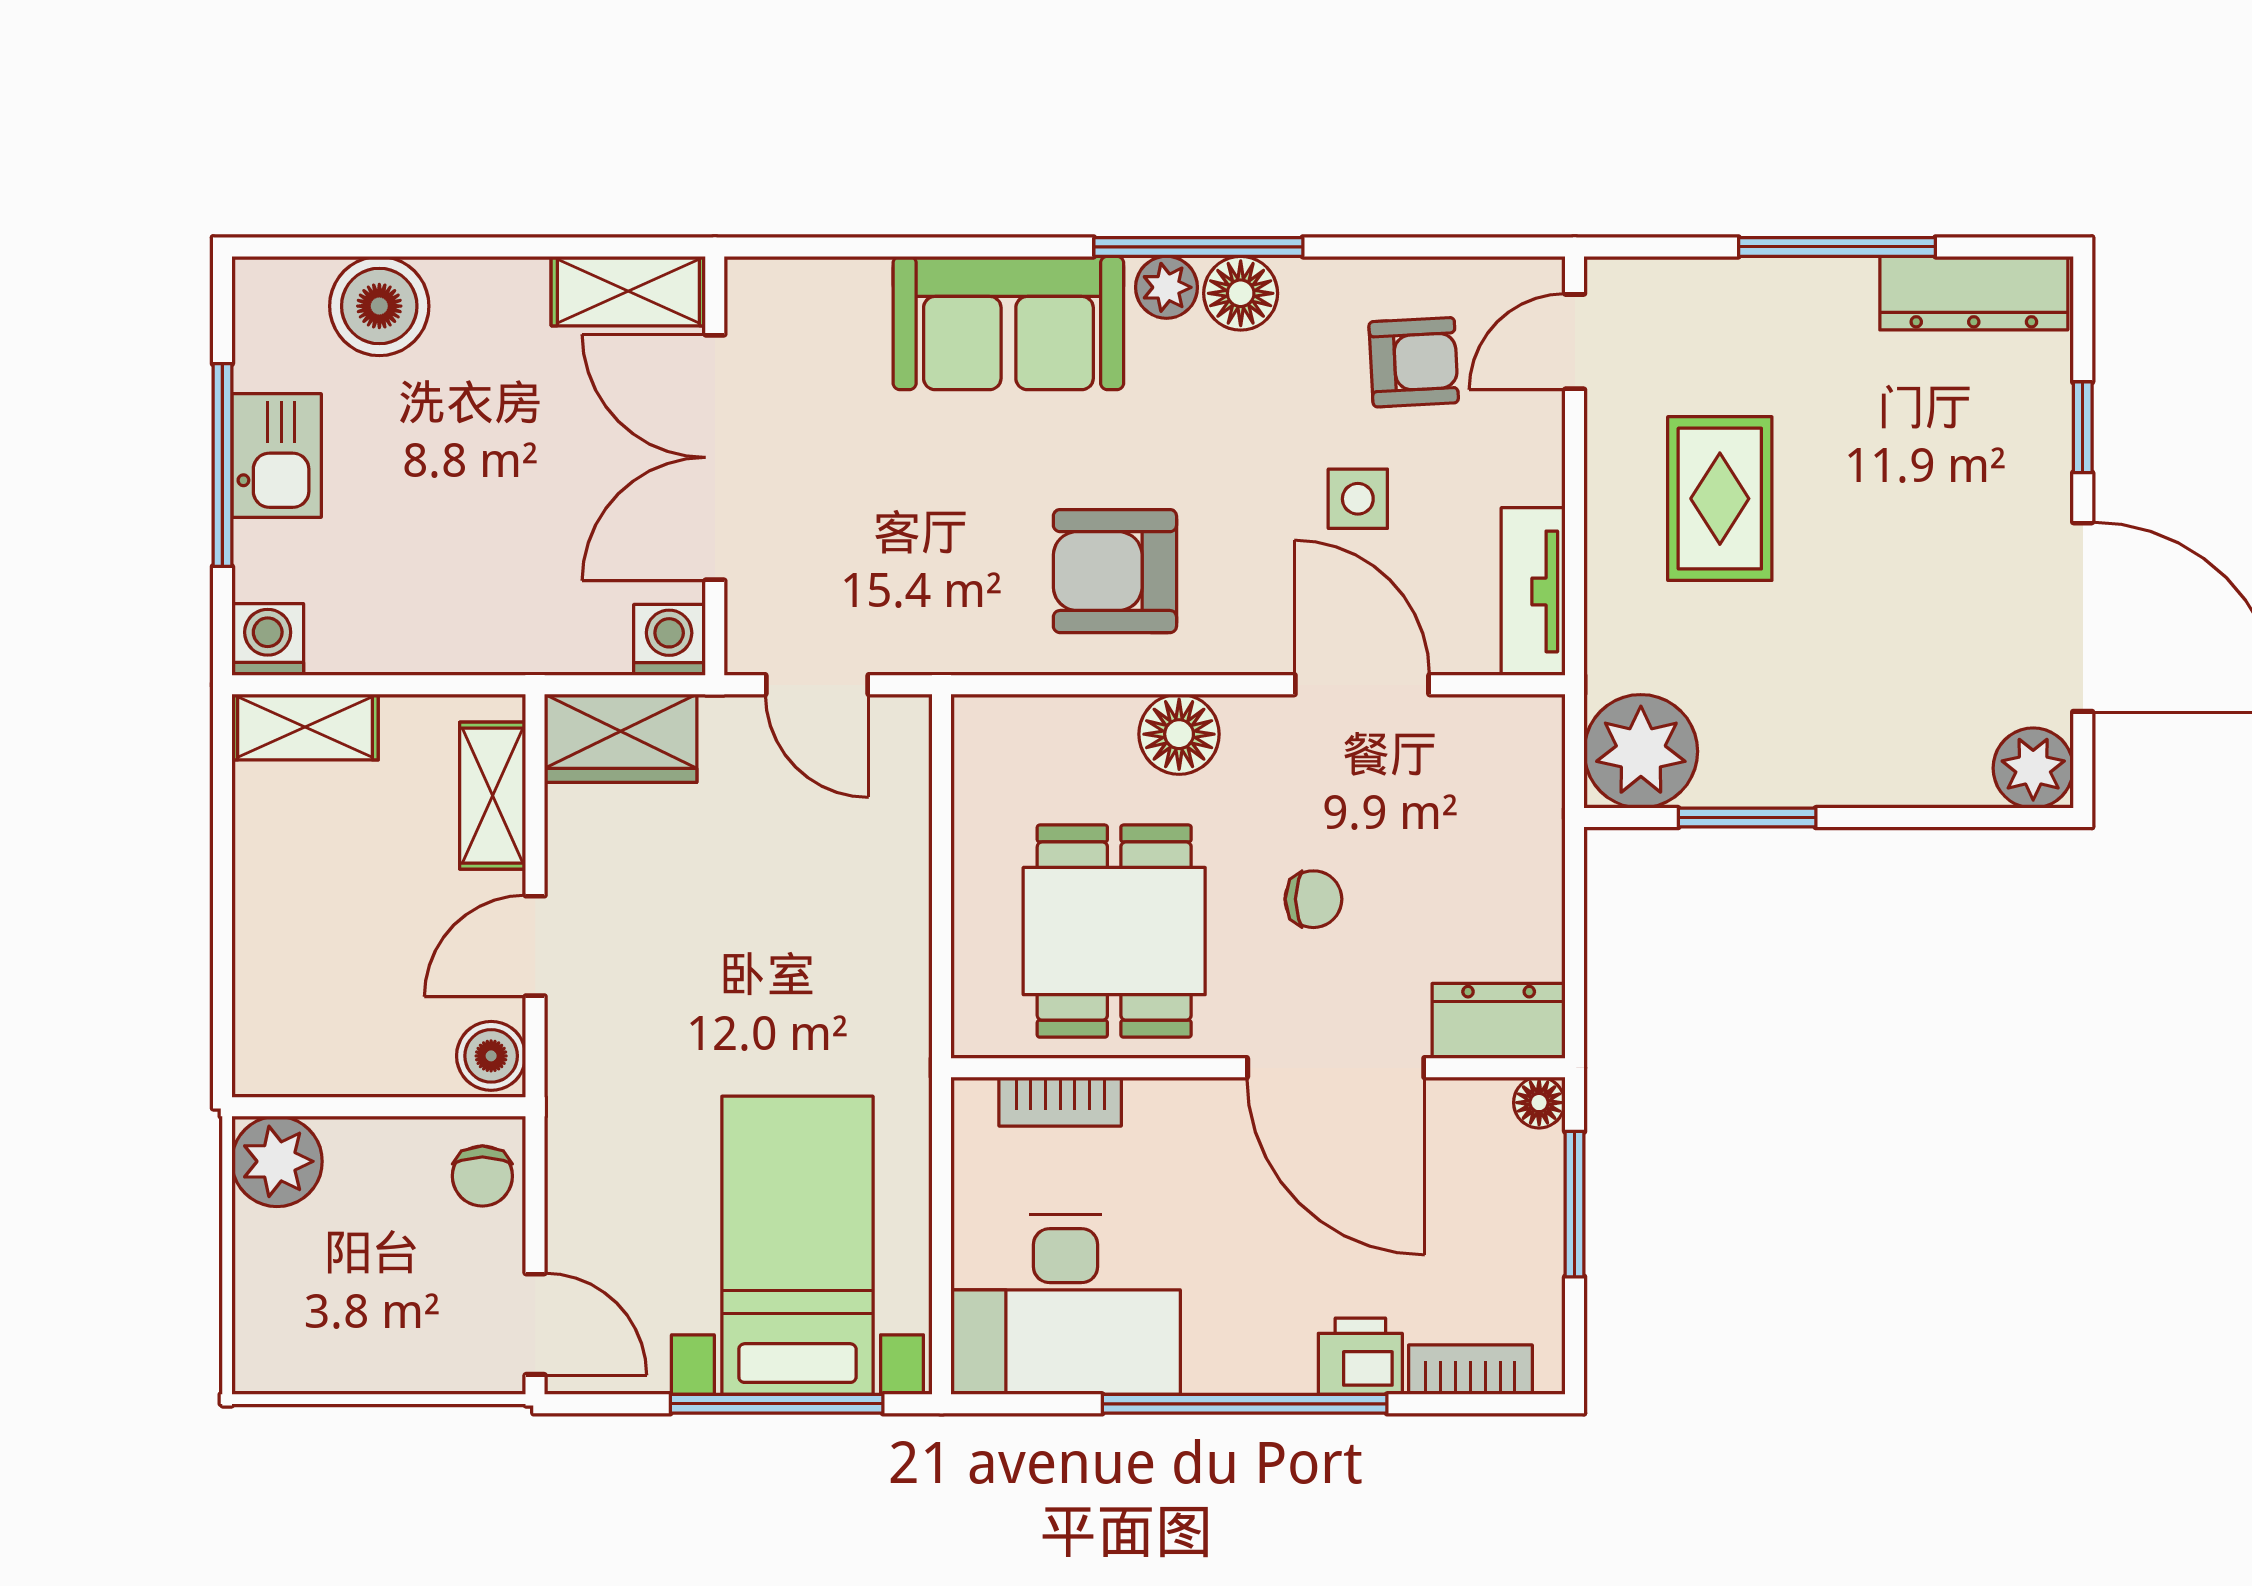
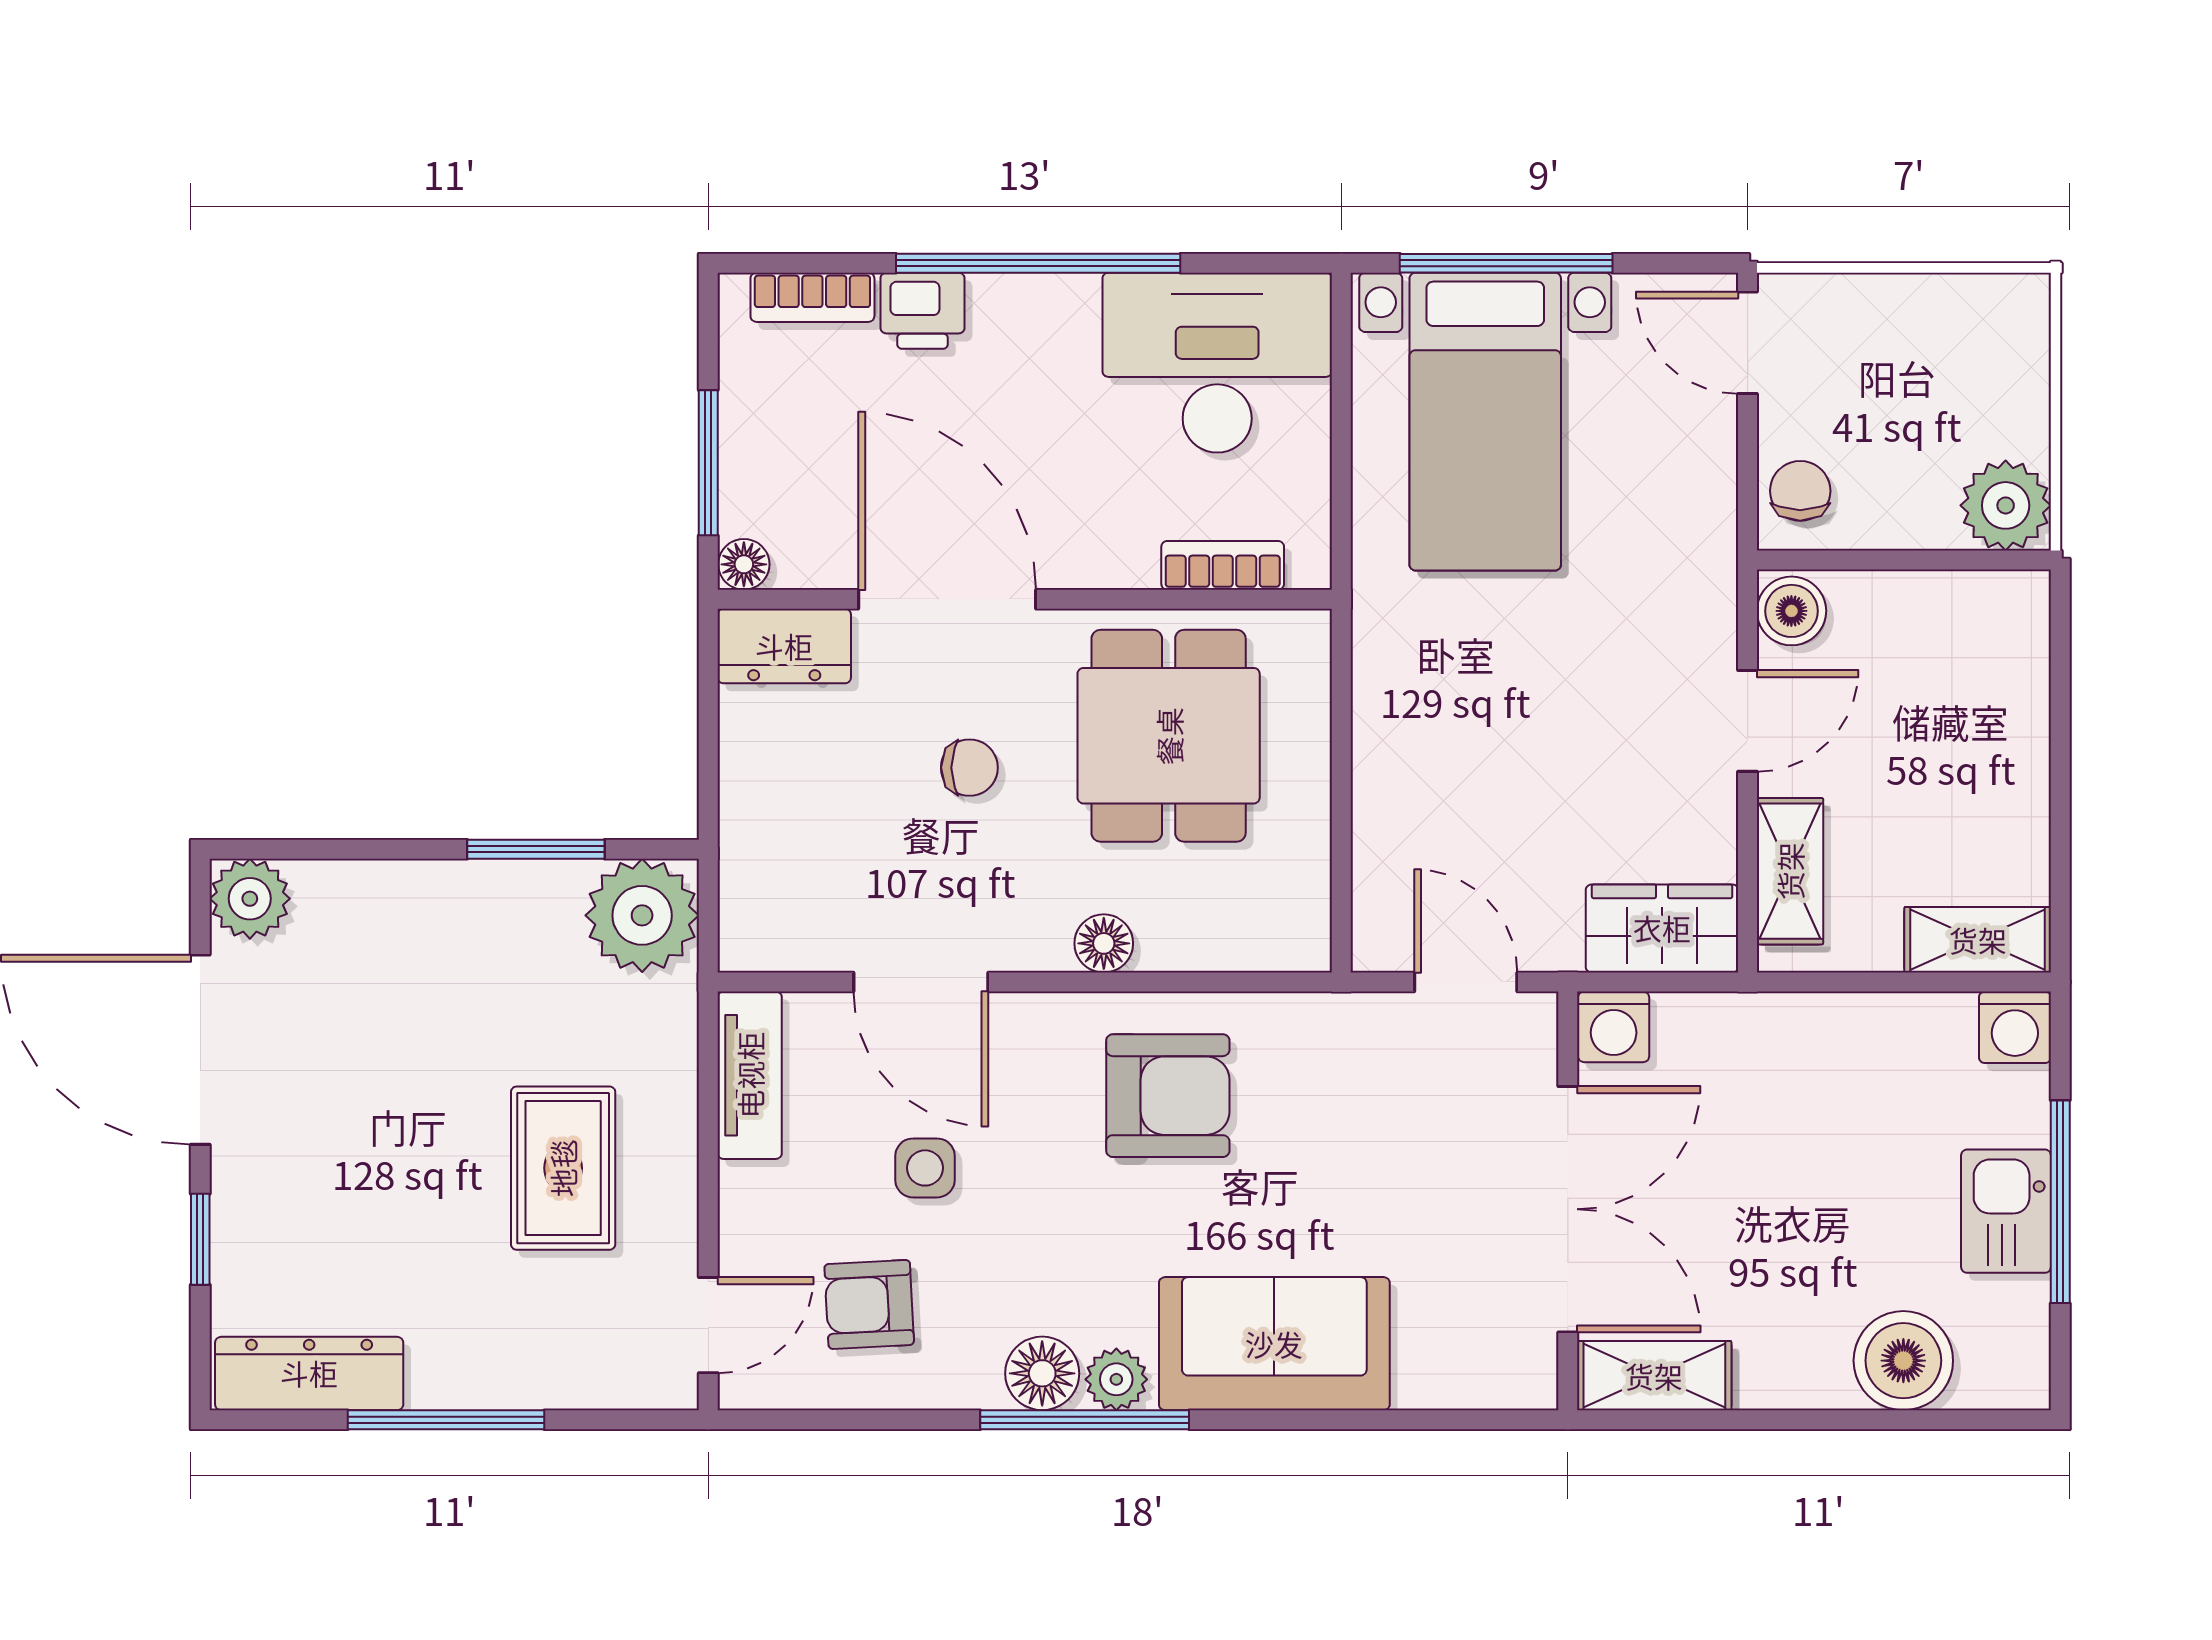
floor lamp: (1179, 734) -> (1104, 943), width x0.73, depth x0.73
chair: (1313, 899) -> (969, 768), turned 180

